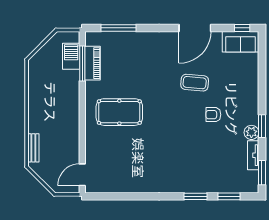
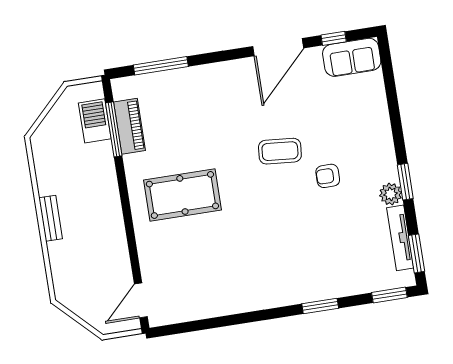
window: (242, 28) -> (334, 38), moved
coffee table: (195, 83) -> (280, 151), moved
bench: (33, 148) -> (51, 218), moved
tv unit: (253, 155) -> (400, 238), width x1.41
window: (229, 196) -> (389, 295), moved

